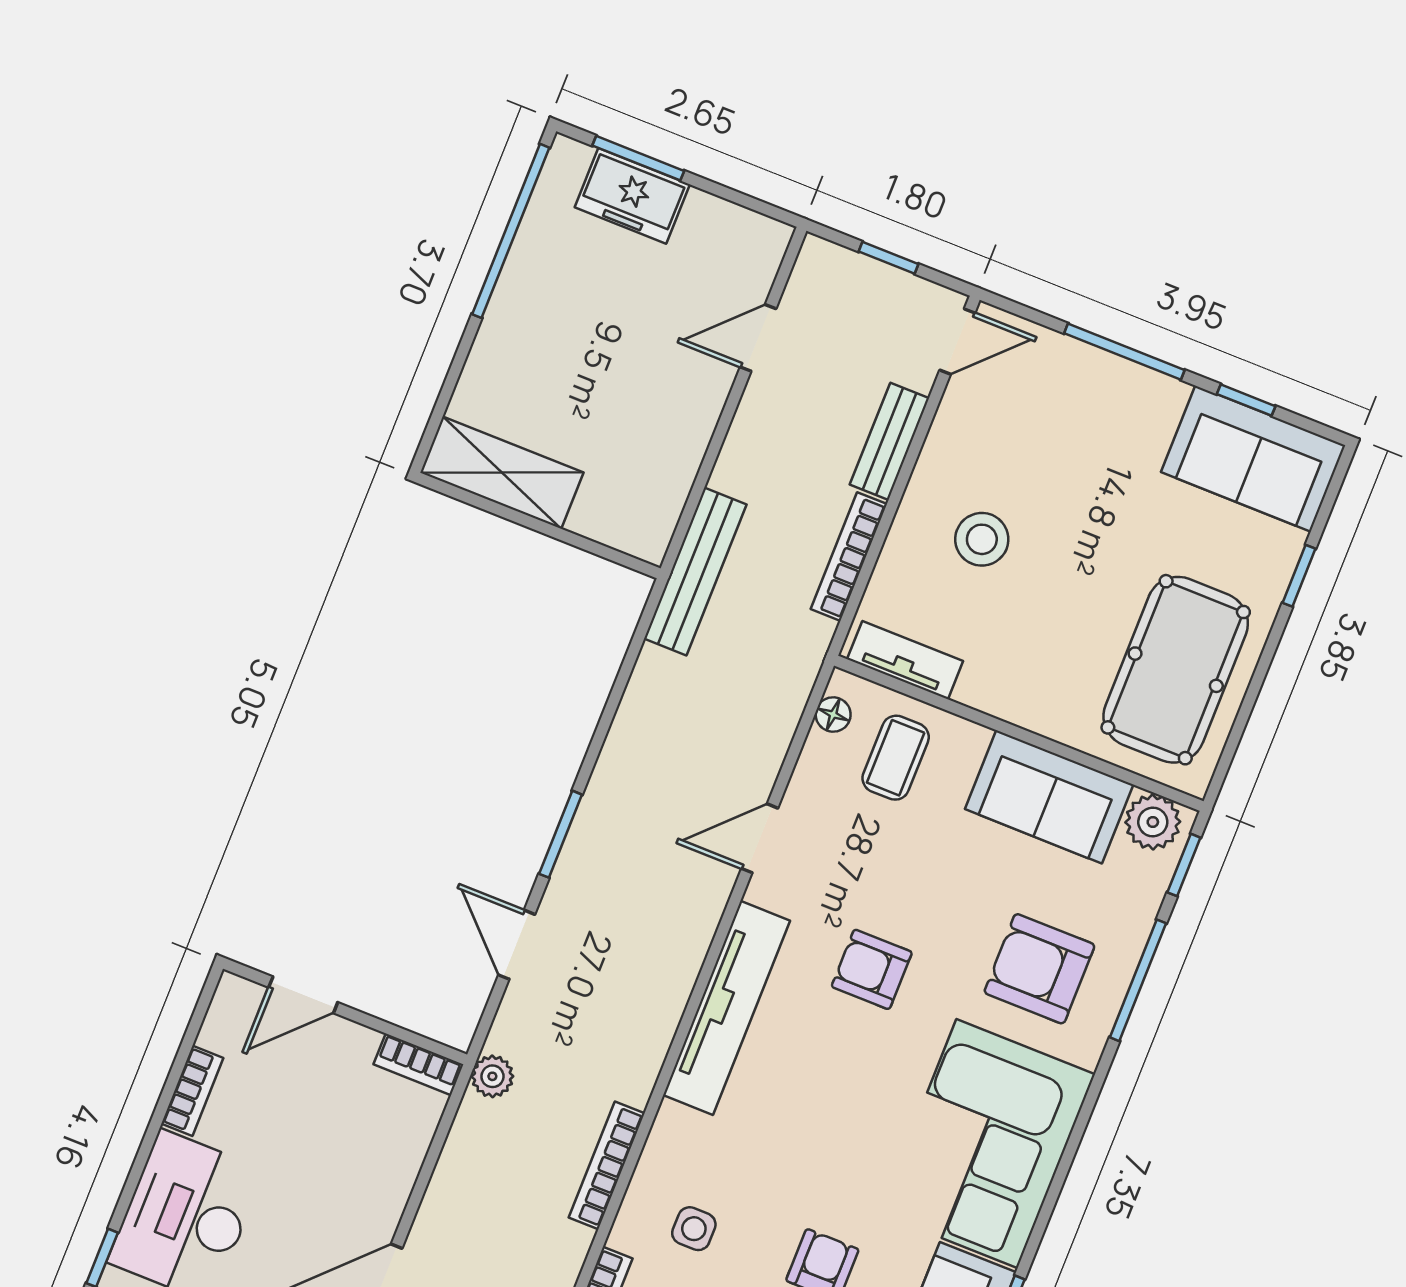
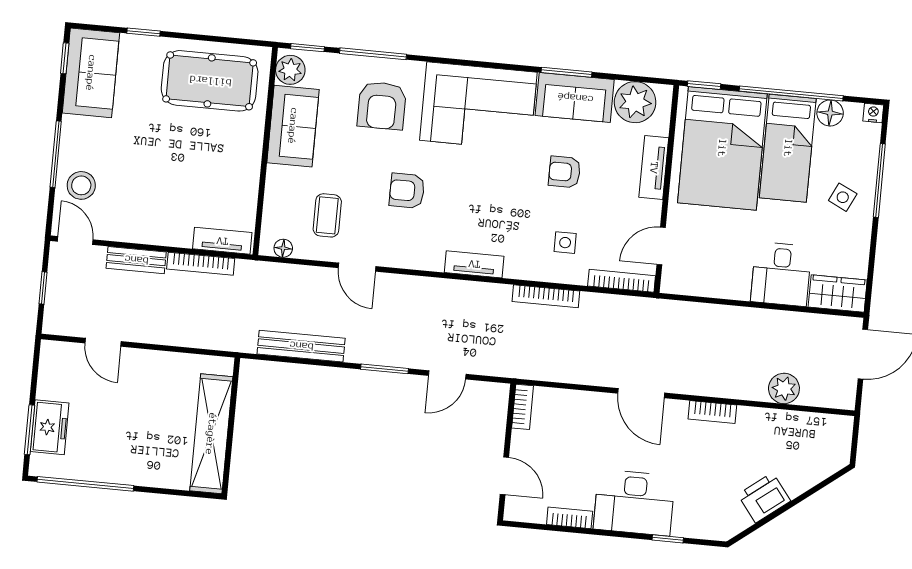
window: (1246, 400) -> (65, 58), moved
shelving: (502, 473) -> (211, 434), width x1.47
stool: (982, 539) -> (81, 185), moved
bench: (695, 572) -> (301, 346), moved
tv unit: (905, 660) -> (222, 241), moved, turned 90
coffee table: (896, 758) -> (327, 215), moved, turned 90
armchair: (872, 969) -> (407, 191), turned 90
tv unit: (727, 1008) -> (474, 264), width x0.52, depth x0.78
plant: (492, 1076) -> (518, 368), removed

